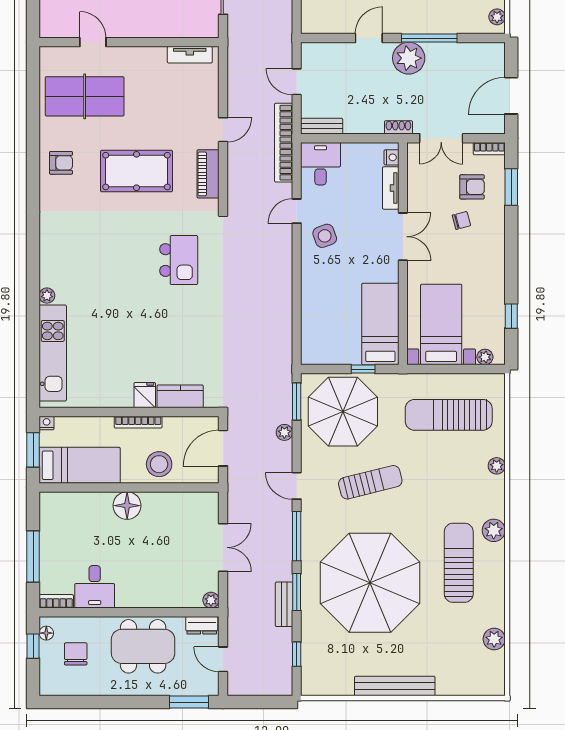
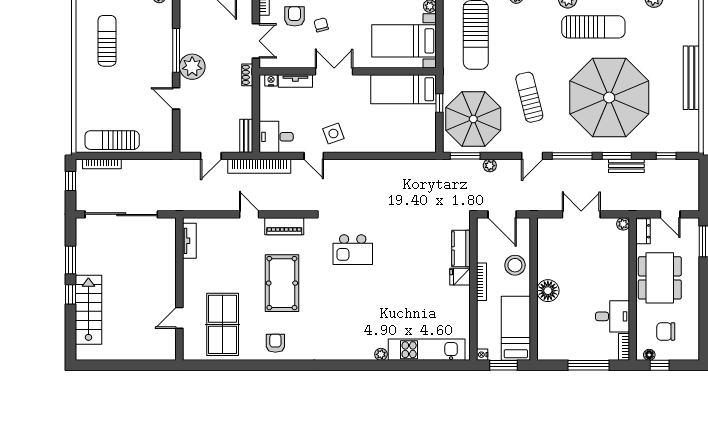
kitchen island: (179, 260) -> (353, 250), turned 180
sun lounger: (459, 563) -> (593, 27), turned 180
door: (223, 659) -> (670, 214), hinge flipped

